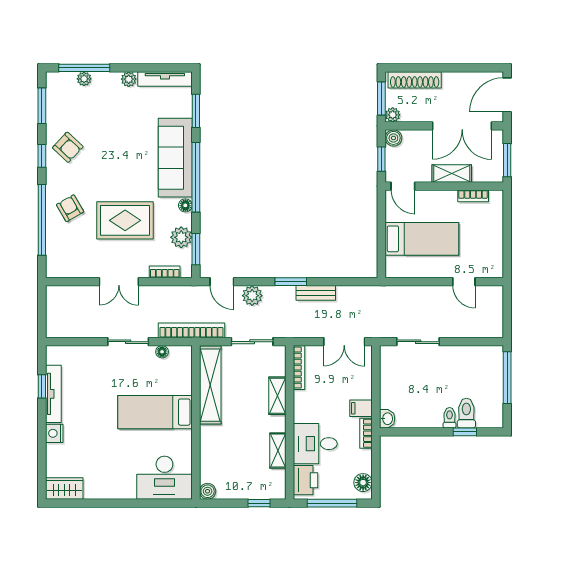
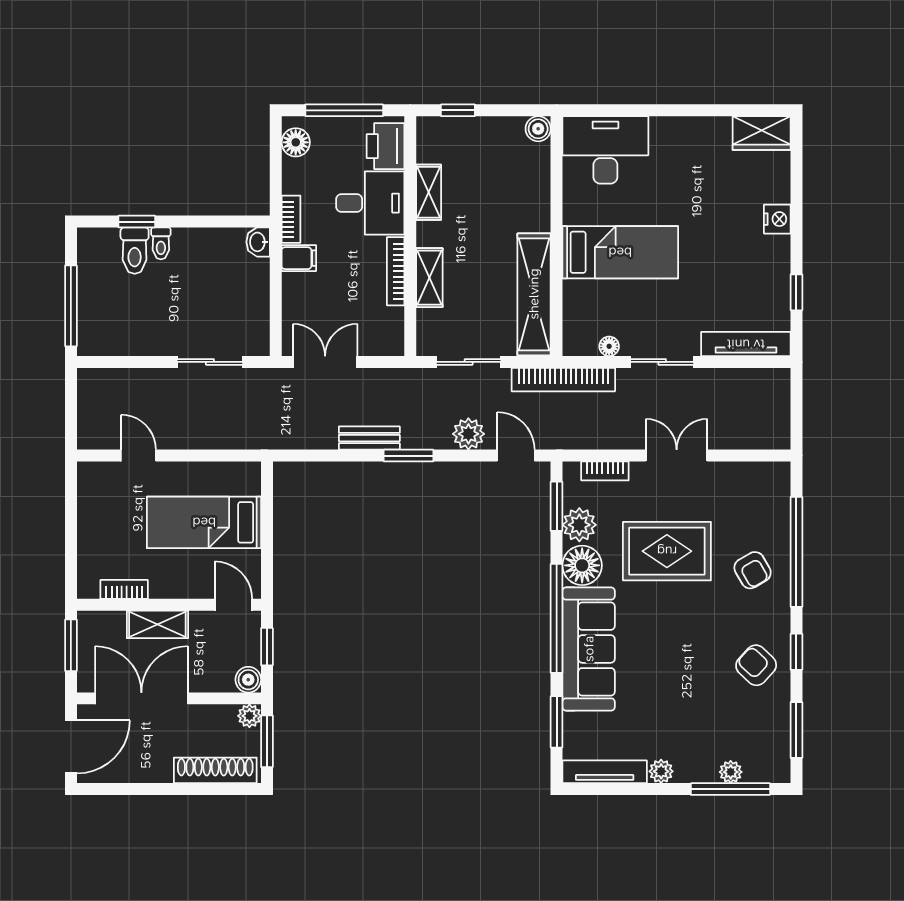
floor lamp: (185, 205) -> (582, 565), width x1.89, depth x1.89
bookcase: (299, 368) -> (396, 271), moved
tv unit: (53, 394) -> (746, 344), moved, turned 90

